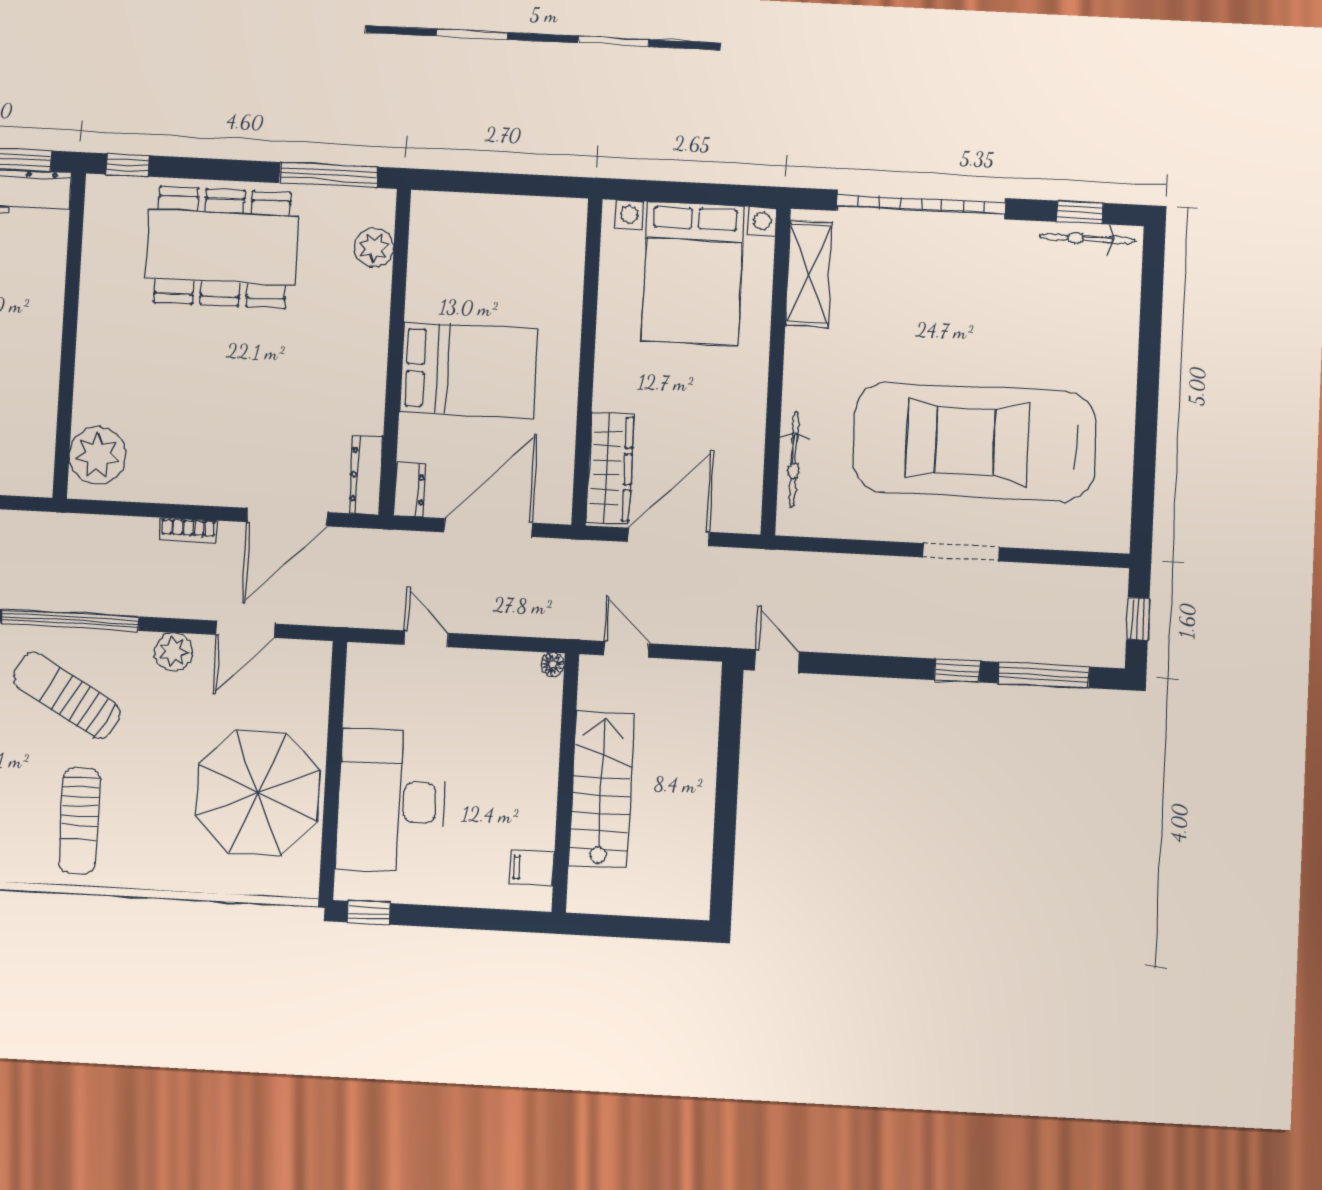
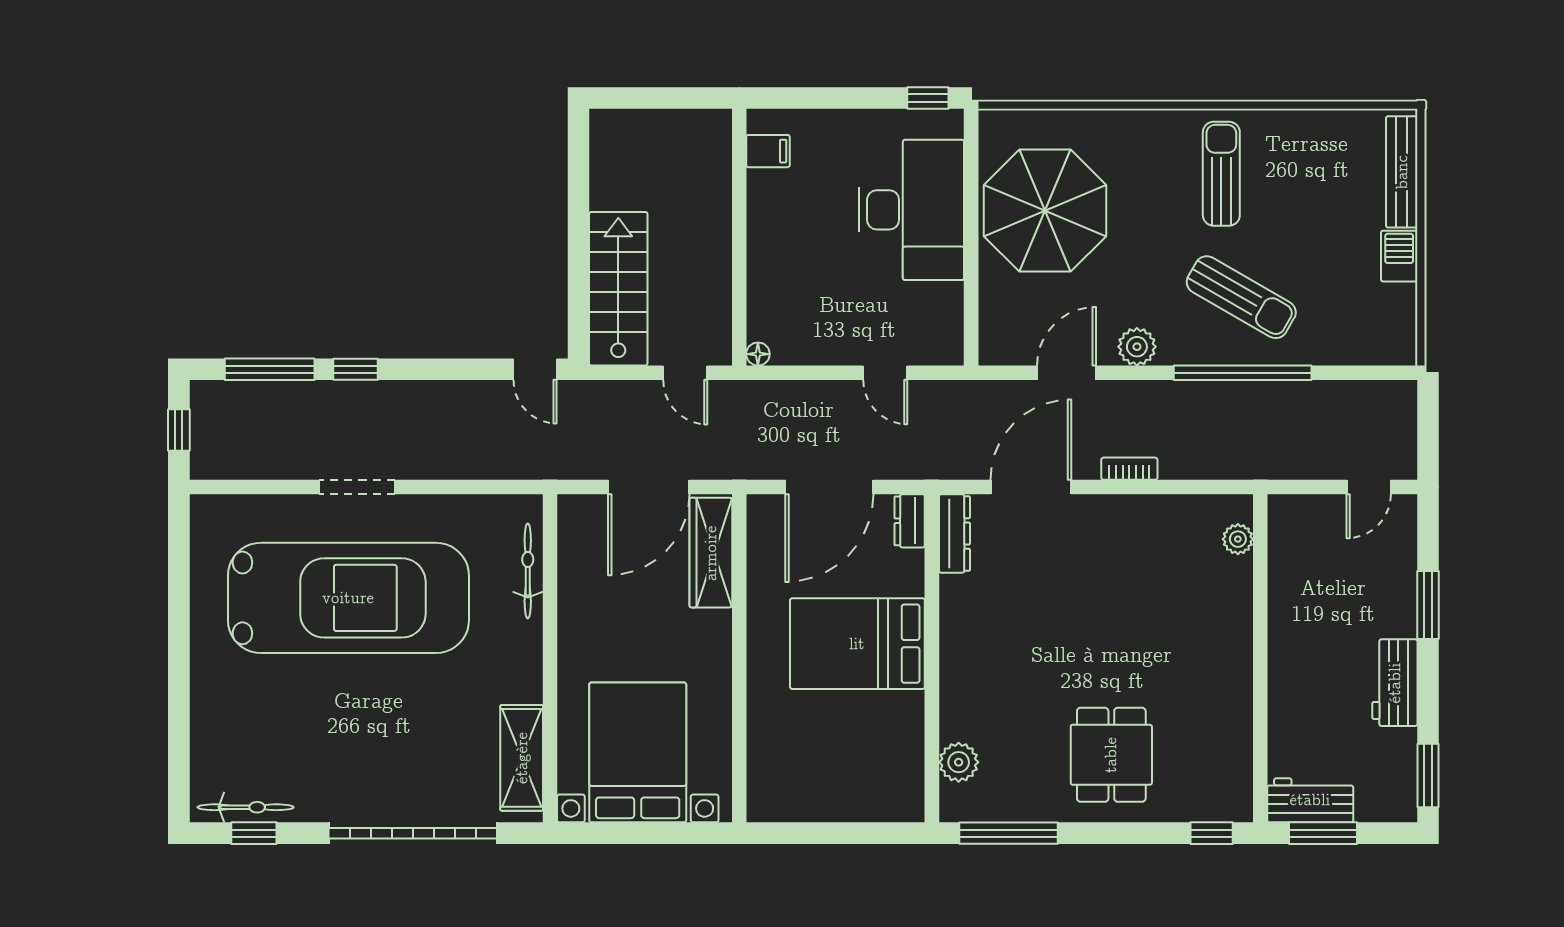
dining table: (222, 247) -> (1111, 755), width x0.53, depth x0.80
plant: (98, 455) -> (1238, 539), width x0.53, depth x0.53
stairs: (601, 790) -> (618, 289), moved, turned 180

